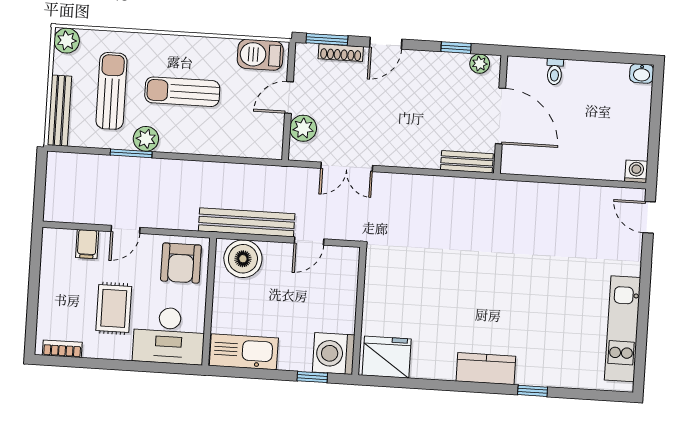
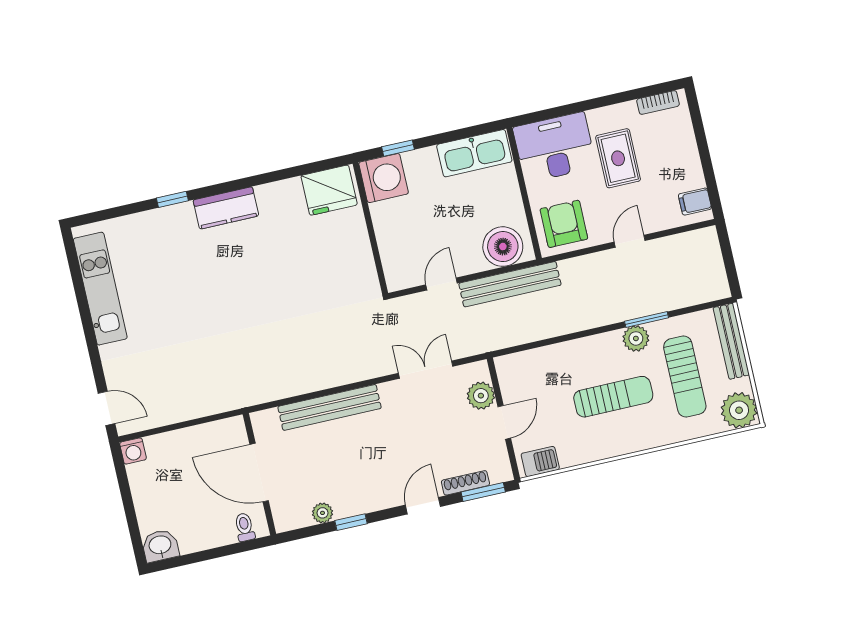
plant: (67, 41) -> (739, 410), width x1.36, depth x1.36
barbecue: (260, 55) -> (540, 461), width x0.73, depth x0.79
washbasin: (642, 73) -> (160, 546), width x1.38, depth x1.45
wall: (501, 114) -> (259, 474), moved
door: (501, 116) -> (259, 473), moved
bench: (467, 162) -> (330, 407), width x1.86, depth x1.21
filing cabinet: (87, 244) -> (695, 202), moved, turned -90

